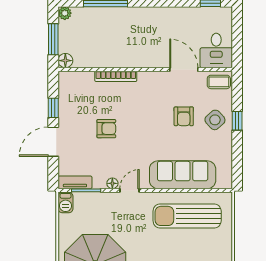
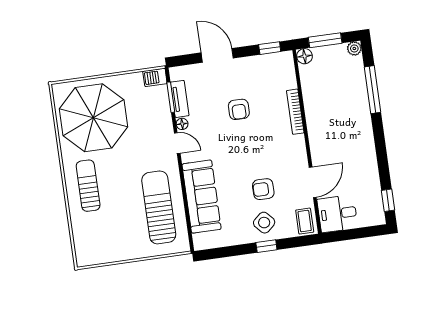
window: (53, 108) -> (270, 48), moved
tv unit: (75, 182) -> (180, 99), moved

